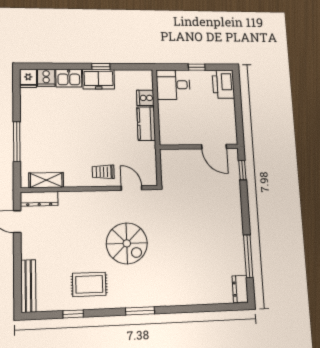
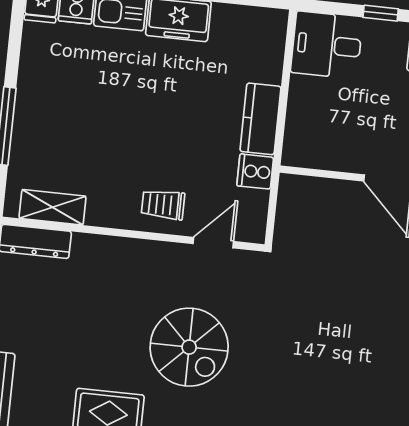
cooker: (145, 98) -> (255, 172), moved
door: (132, 188) -> (213, 243), hinge flipped

